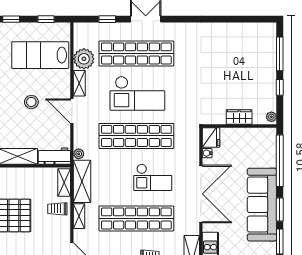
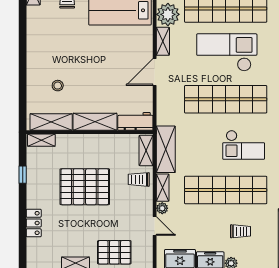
checkout: (137, 93) -> (227, 52), turned 180
stool: (31, 102) -> (110, 62), removed
door: (72, 111) -> (155, 72), hinge flipped
plant: (79, 154) -> (162, 208), moved

